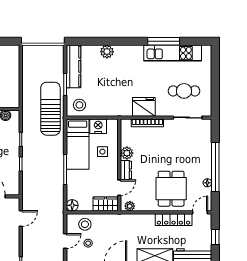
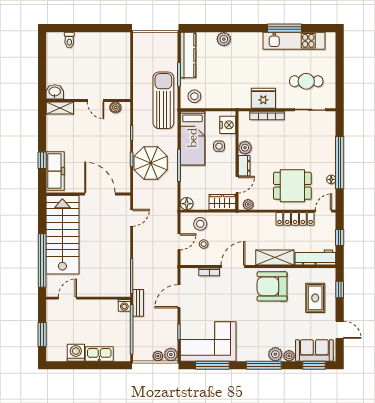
nightstand: (98, 126) -> (228, 125), moved, turned 90
parasol: (39, 167) -> (151, 163), added
dining table: (171, 189) -> (292, 186), turned 90

